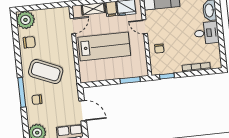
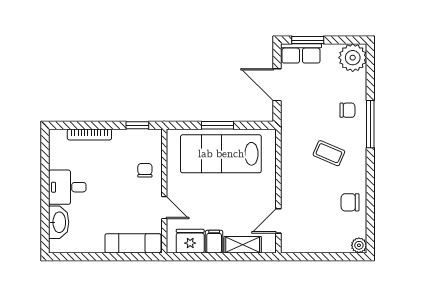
plant: (25, 20) -> (359, 245), width x0.53, depth x0.53
lab bench: (104, 46) -> (221, 154), moved
coffee table: (46, 72) -> (329, 153), width x0.54, depth x0.58
window: (130, 80) -> (218, 125), moved

